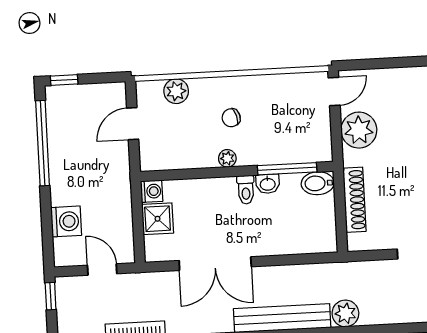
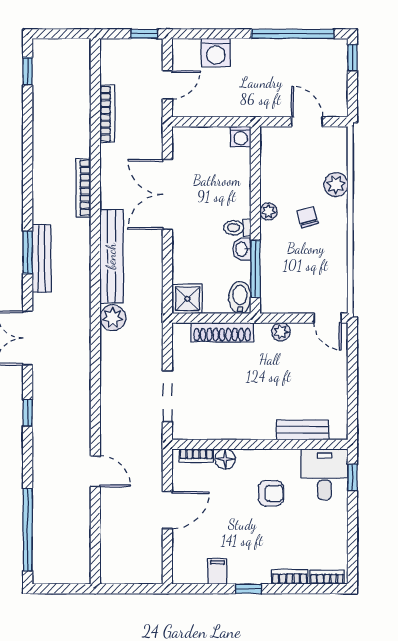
plant: (176, 91) -> (336, 185), moved
plant: (359, 130) -> (281, 332), width x0.53, depth x0.53
shower: (158, 219) -> (187, 299), moved

